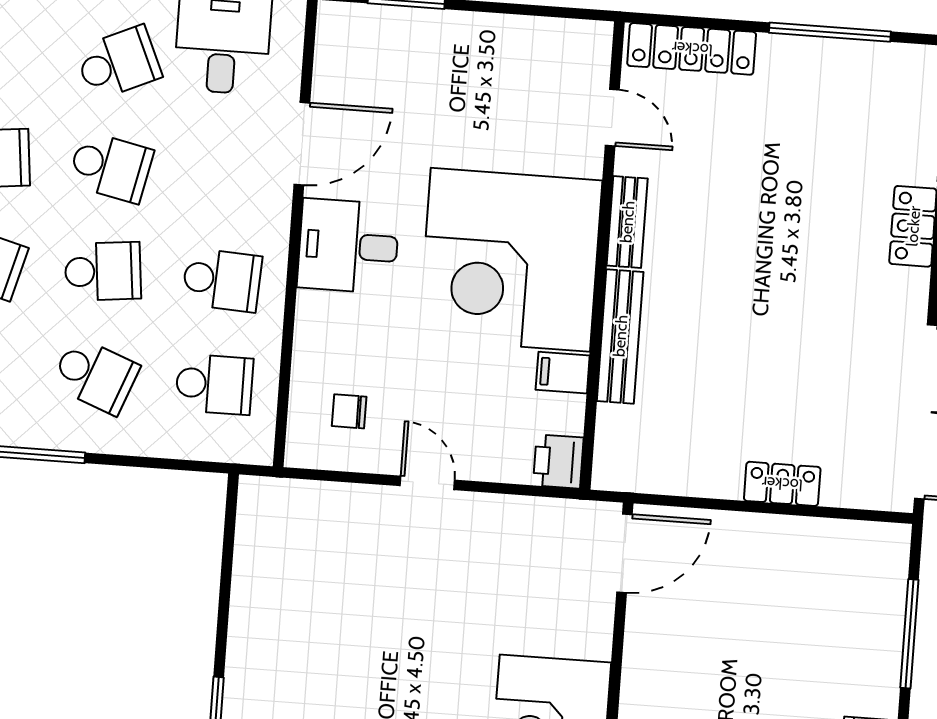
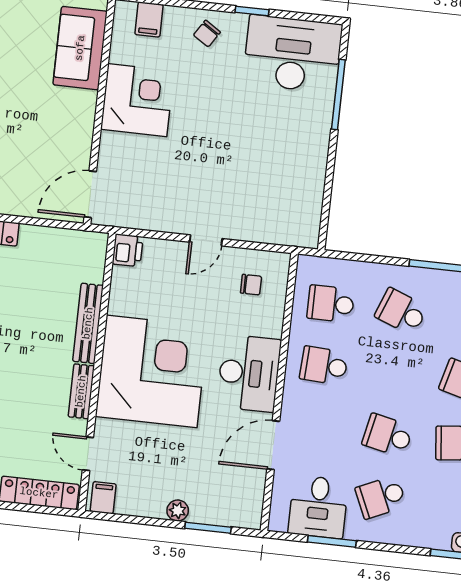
plant: (458, 28) -> (178, 511), added
desk: (348, 246) -> (249, 373), width x1.37
school desk: (103, 271) -> (394, 373), removed
filing cabinet: (563, 373) -> (103, 498), moved, turned -90
door: (427, 483) -> (206, 240), hinge flipped

